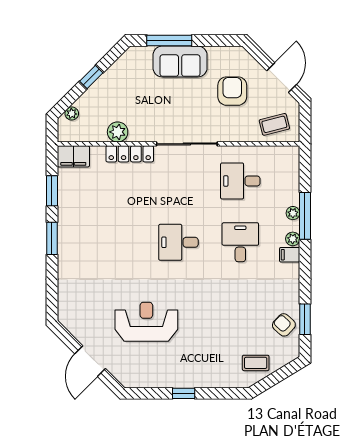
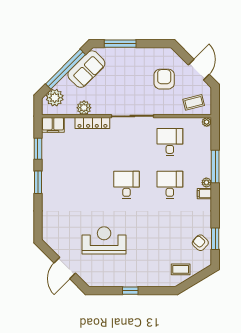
sofa: (180, 62) -> (86, 69), moved, turned -45
window: (91, 77) -> (65, 69), width x3.17
plant: (72, 113) -> (55, 98), width x1.88, depth x1.88
desk: (240, 181) -> (170, 142), turned 90
plant: (293, 213) -> (207, 122), moved
desk: (178, 242) -> (127, 185), turned 90

